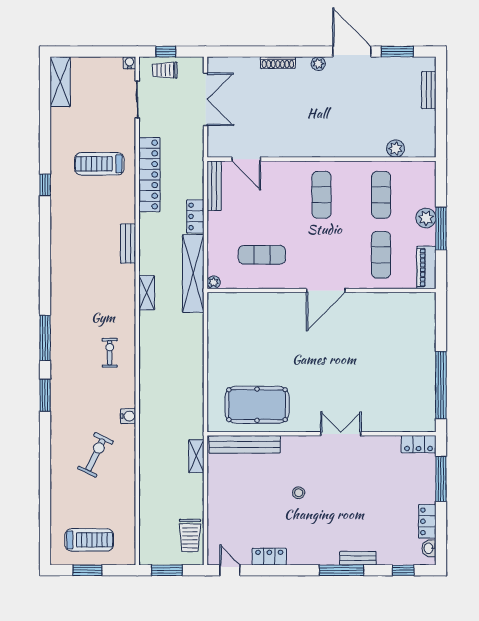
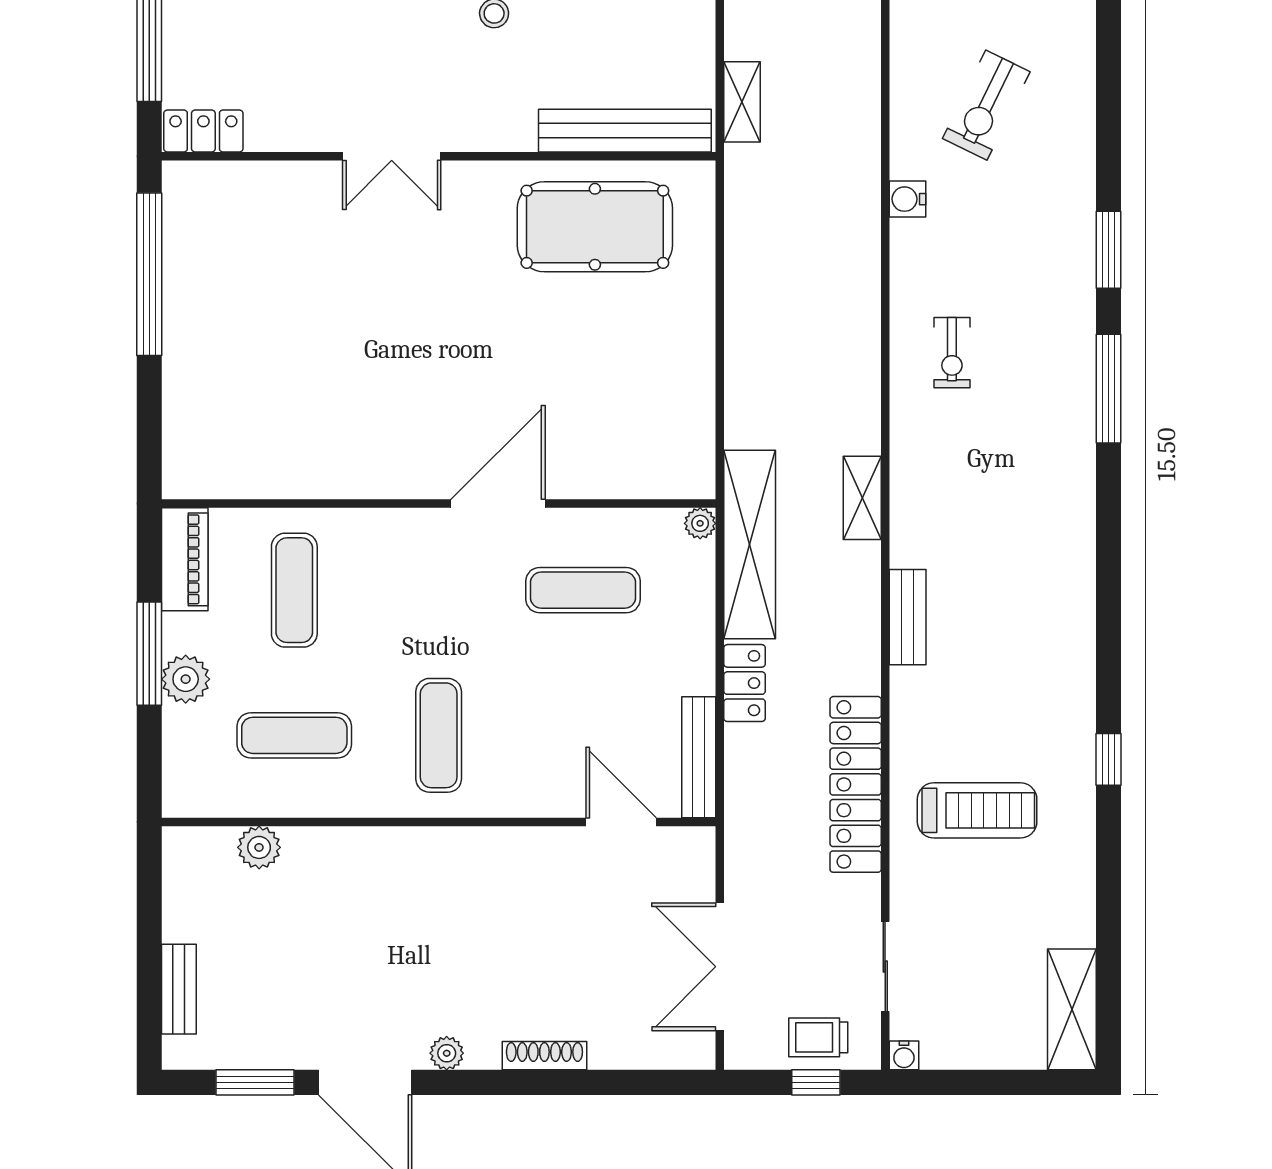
trolley: (165, 70) -> (818, 1037), turned 180
exercise mat: (381, 195) -> (294, 735), turned 90
door: (326, 290) -> (498, 504), moved

